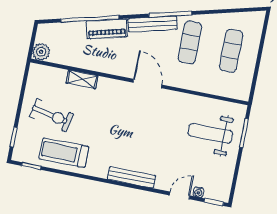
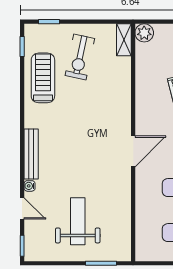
shelving: (82, 79) -> (124, 40), moved
weight bench: (210, 133) -> (78, 221), moved
water cooler: (198, 192) -> (30, 186), moved

